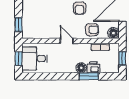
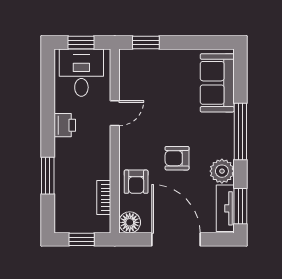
door: (67, 41) -> (115, 113), moved
printer: (93, 67) -> (65, 125), moved
floor lamp: (81, 68) -> (64, 161), removed

